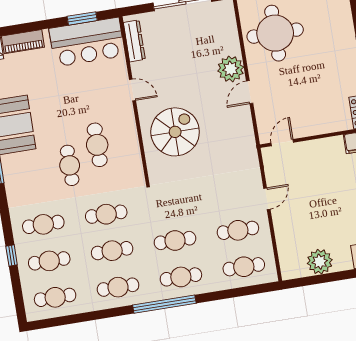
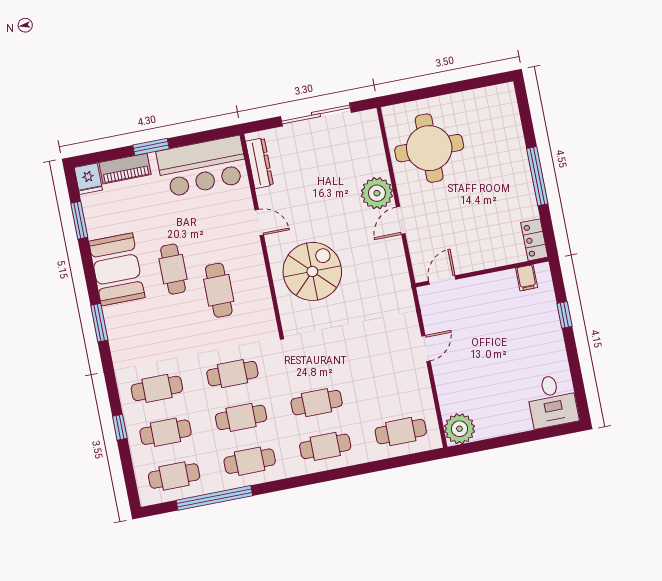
window: (82, 18) -> (151, 147), moved
cafe table: (70, 165) -> (173, 269), moved
cafe table: (238, 230) -> (392, 388), removed
plant: (320, 262) -> (459, 429), moved
window: (164, 304) -> (214, 498), moved

